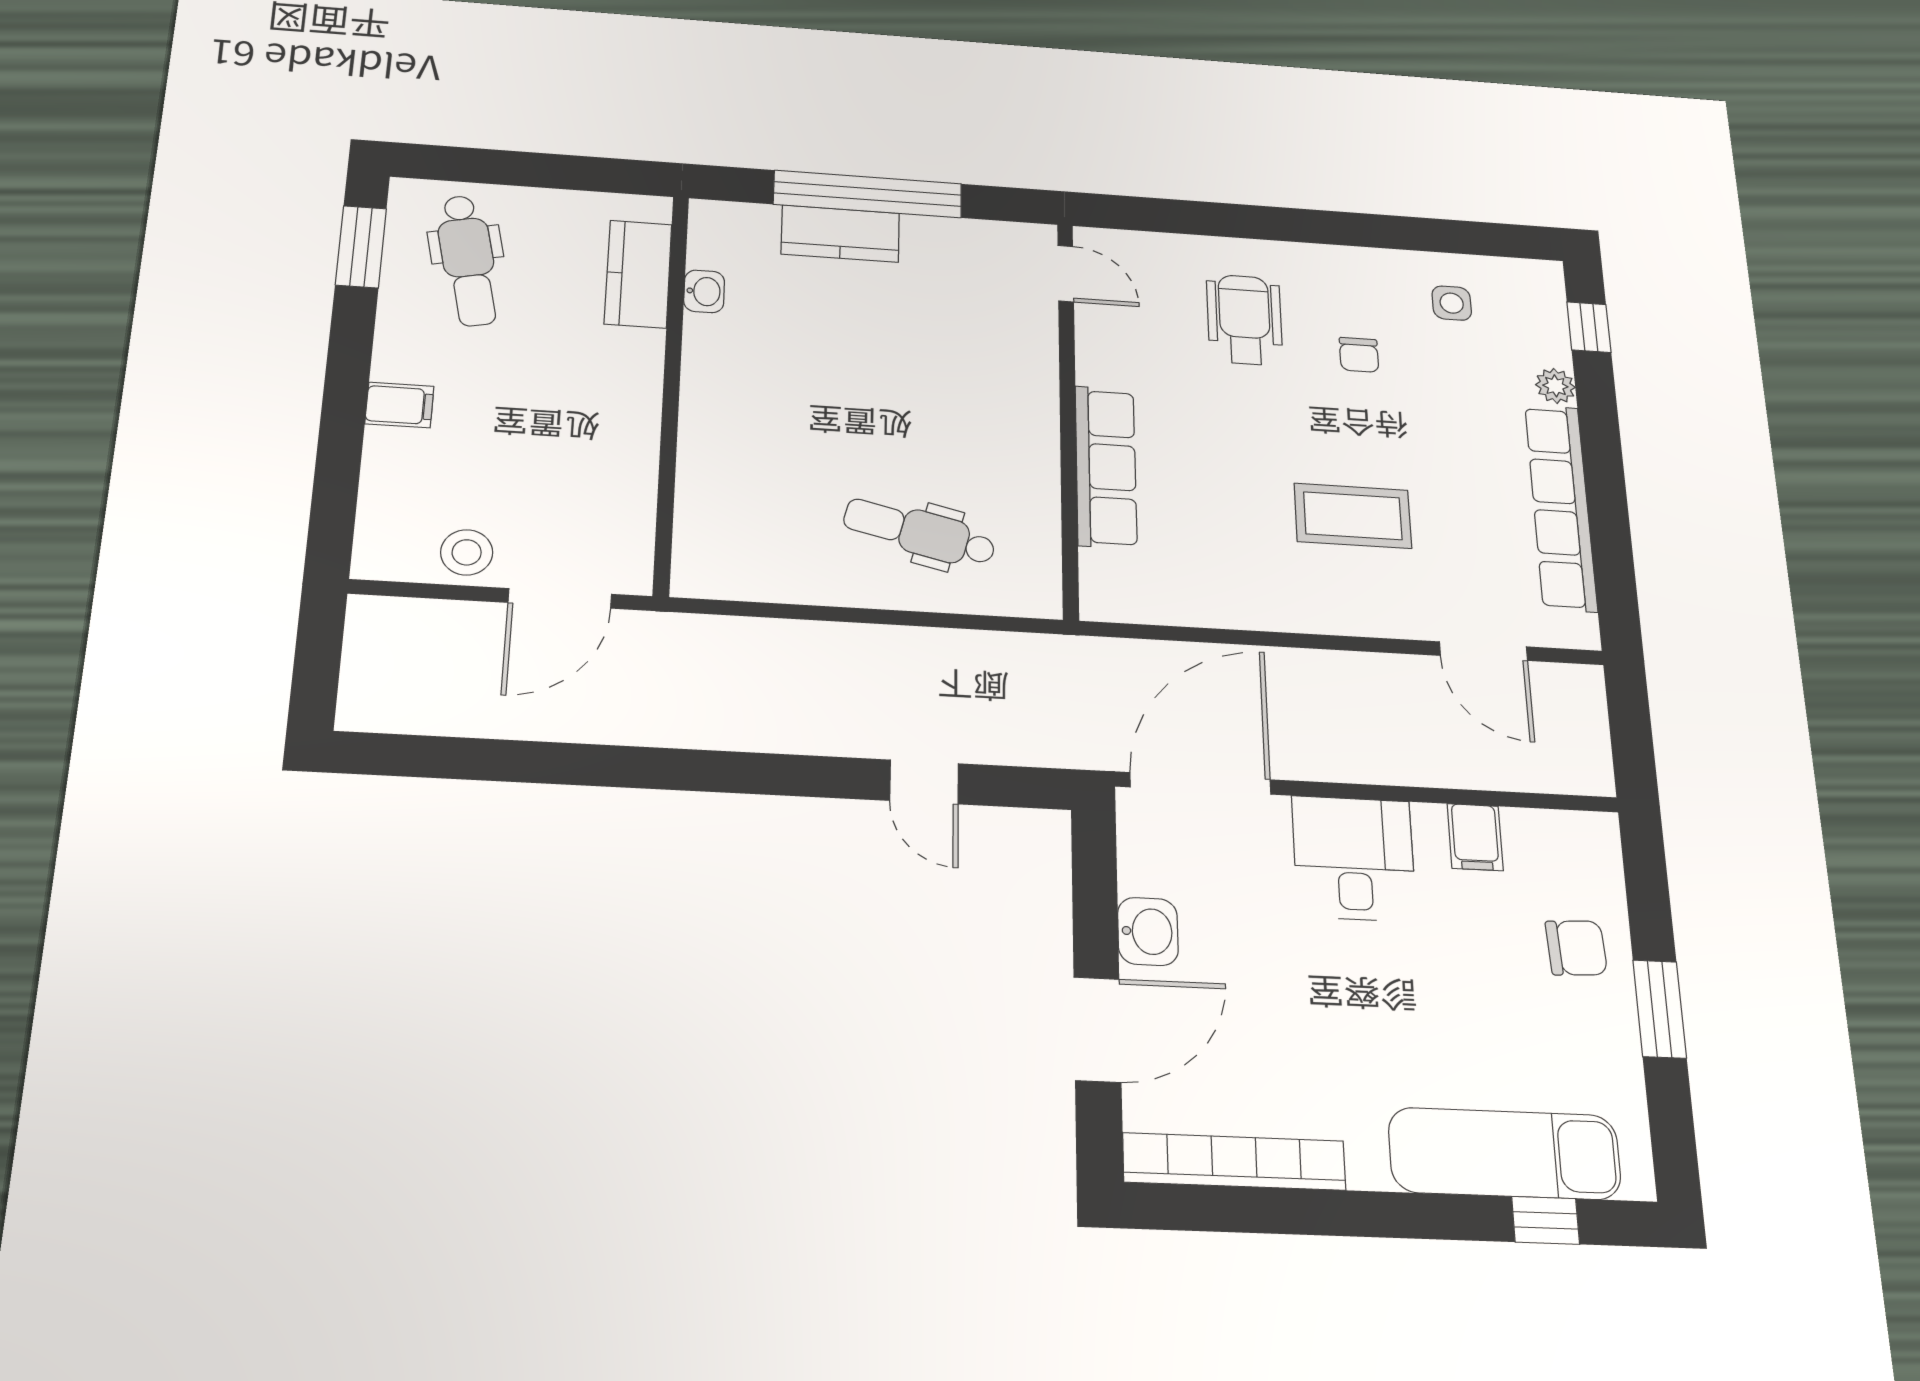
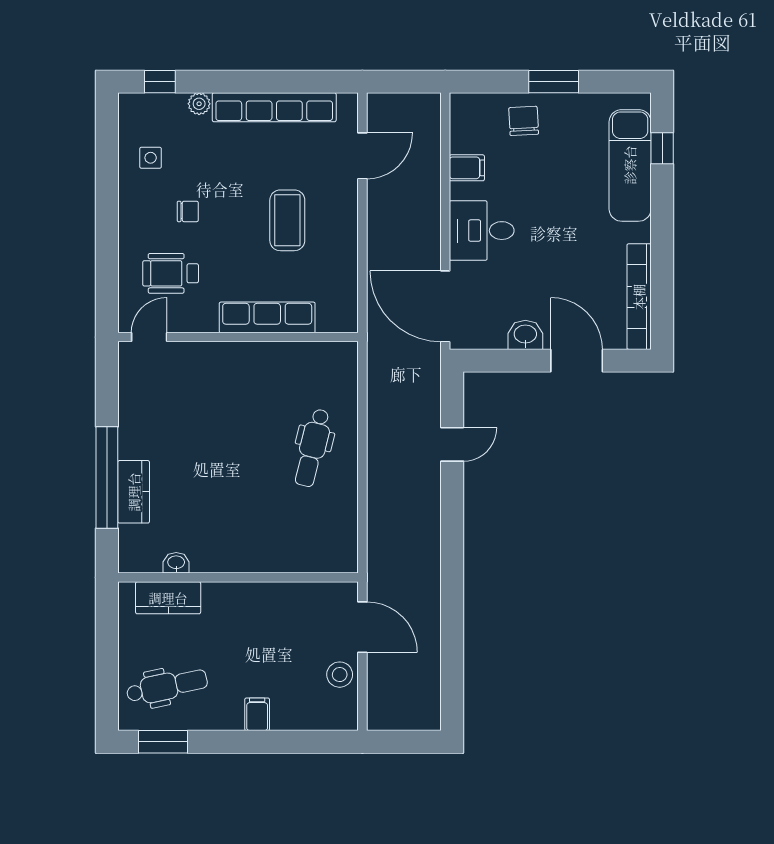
door: (1066, 274) -> (149, 337), moved
wall: (1068, 416) -> (238, 337), moved
row of seats: (1106, 467) -> (267, 317), moved

